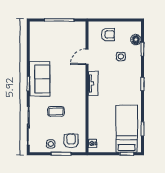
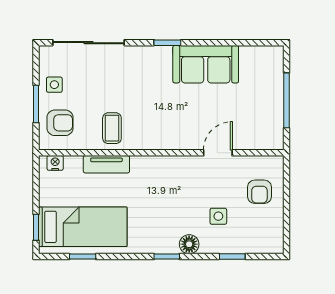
floor lamp: (136, 40) -> (189, 244), moved
door: (87, 57) -> (218, 153), hinge flipped
sofa: (40, 79) -> (206, 64), moved
tv unit: (93, 83) -> (106, 164), moved
coffee table: (56, 111) -> (112, 128), moved

